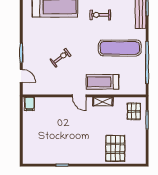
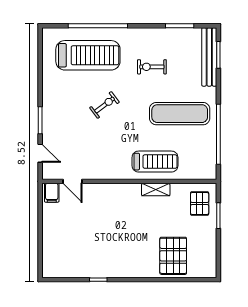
exercise bike: (61, 58) -> (105, 105), moved
treadmill: (102, 82) -> (155, 162), turned 180
door: (79, 96) -> (73, 181), moved

